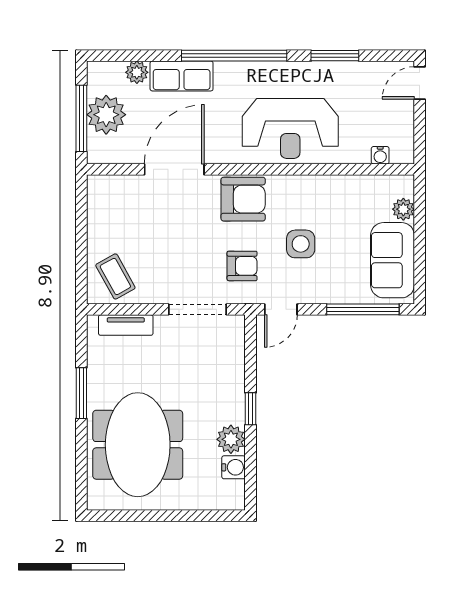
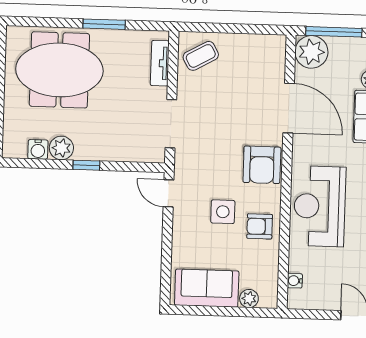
plant: (106, 115) -> (311, 52), moved
armchair: (242, 266) -> (260, 226), moved, turned 90
window: (363, 309) -> (166, 262), removed

